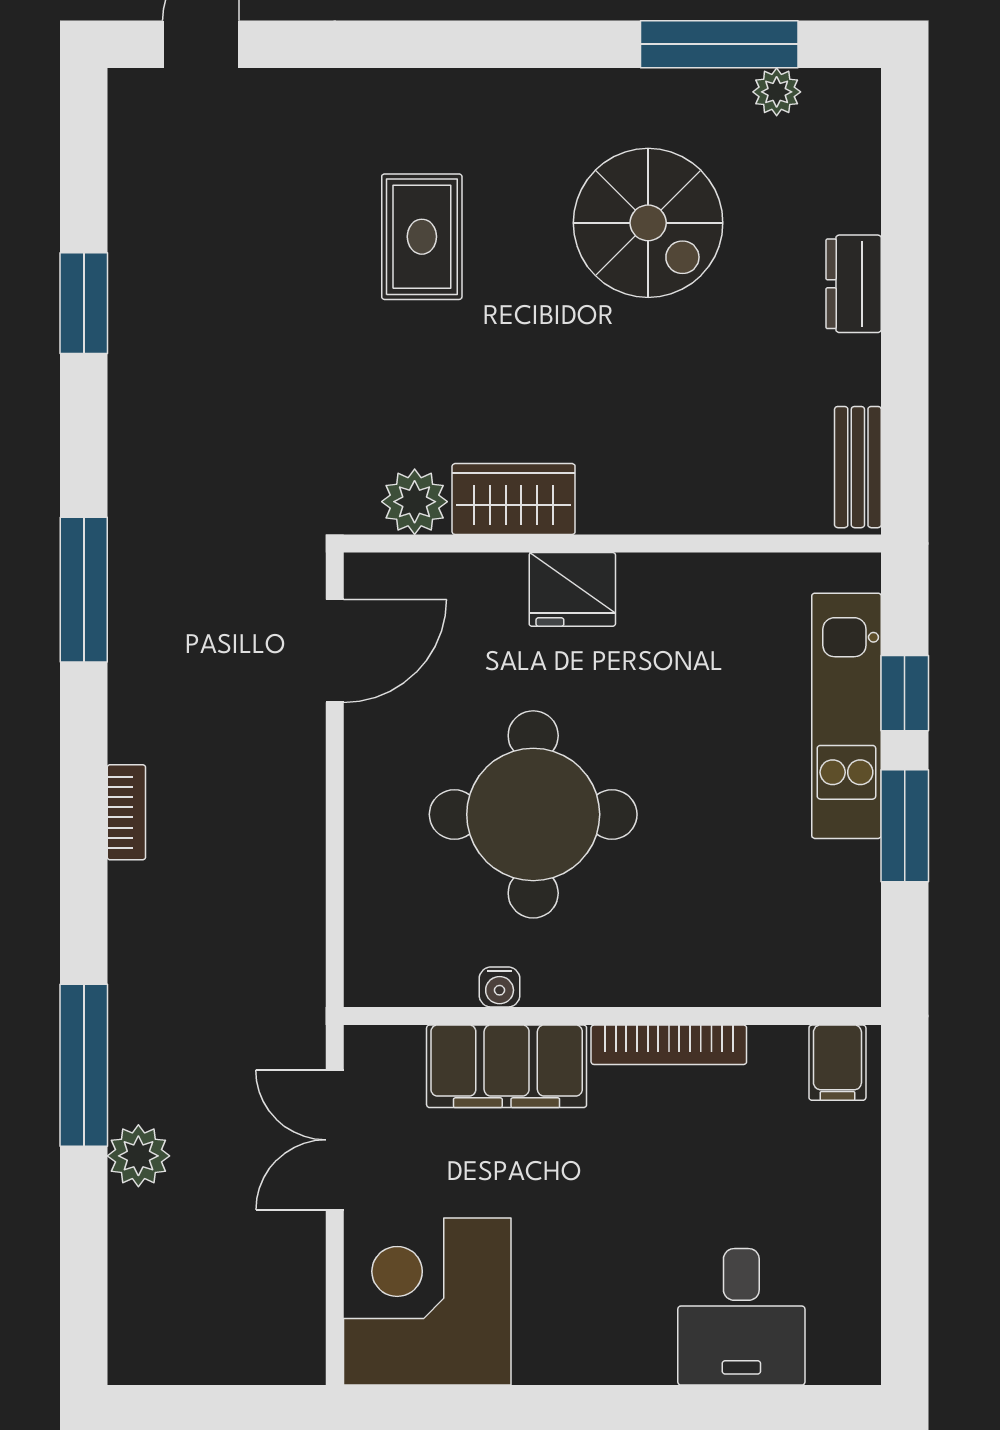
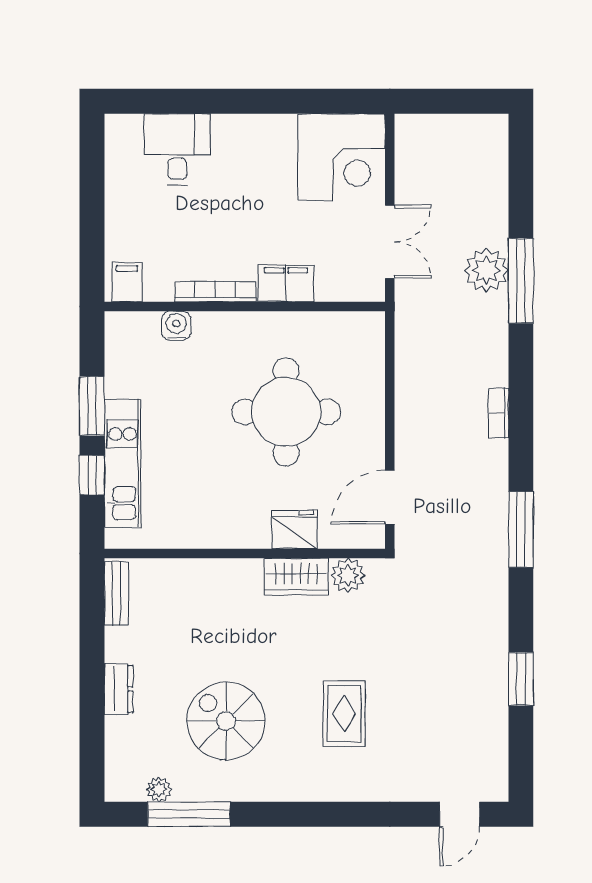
fridge: (572, 589) -> (294, 529), moved
water cooler: (500, 987) -> (176, 326), moved, width x1.38, depth x1.38
filing cabinet: (507, 1066) -> (286, 283), width x0.67, depth x0.86
plant: (138, 1156) -> (486, 270), moved, width x1.36, depth x1.36

